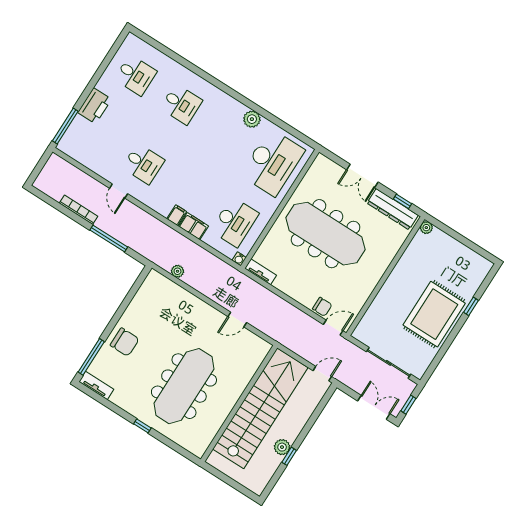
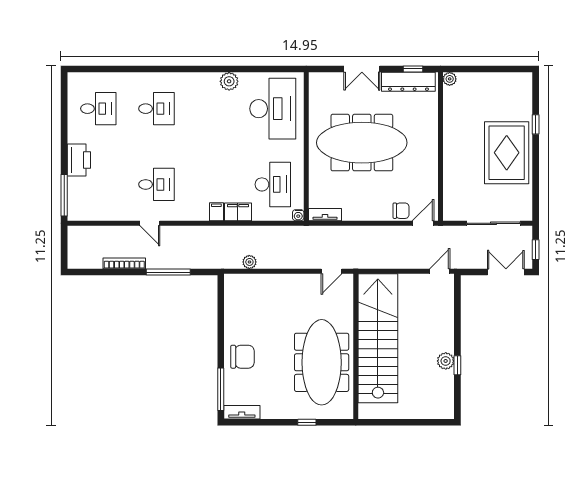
wall: (239, 403) -> (356, 346), moved
stairs: (260, 408) -> (378, 338), moved

